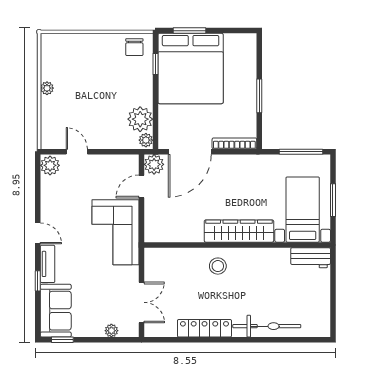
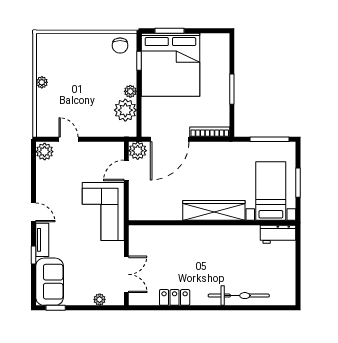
plant: (146, 140) -> (130, 91), moved
stool: (218, 266) -> (195, 242), removed
locker: (204, 328) -> (175, 297), width x0.66

